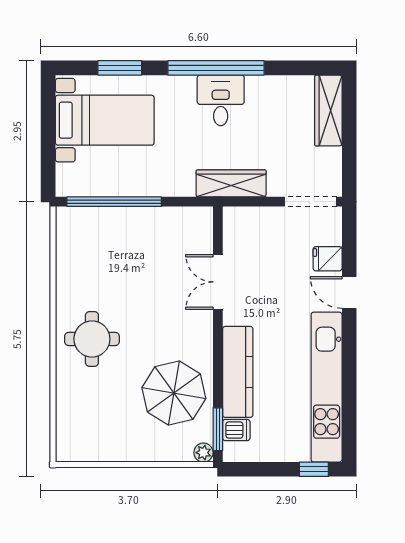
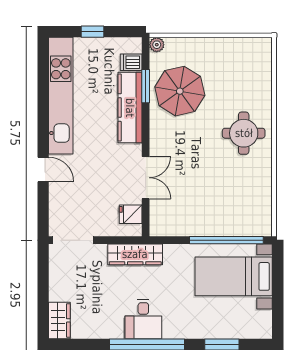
wardrobe: (328, 110) -> (59, 320), width x0.67
bed with nightstands: (105, 120) -> (234, 276), moved
fridge: (328, 259) -> (131, 214), moved, turned 180
window: (218, 429) -> (146, 86), moved
window: (314, 469) -> (93, 32), moved

